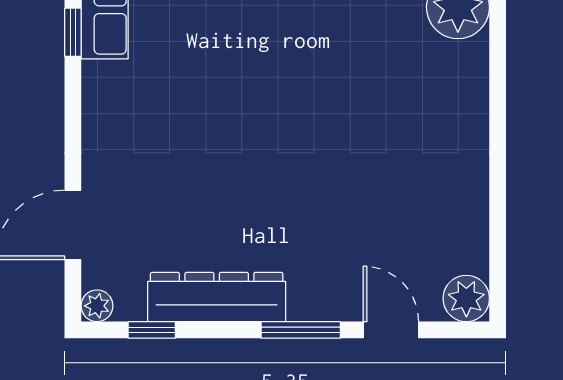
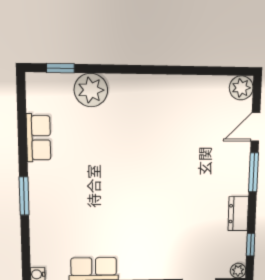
dresser: (217, 297) -> (238, 214), width x0.51, depth x0.80

